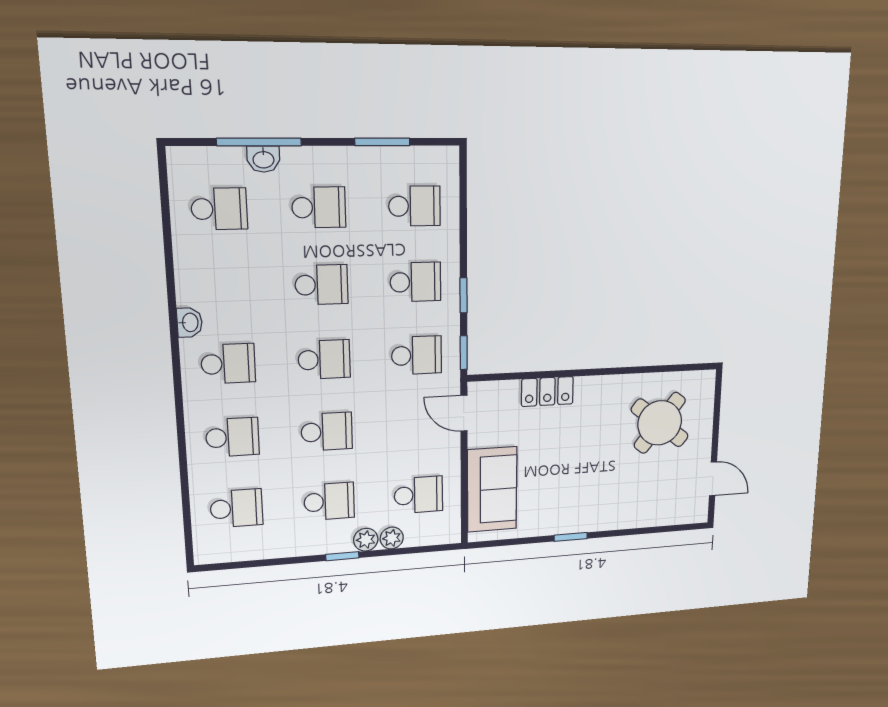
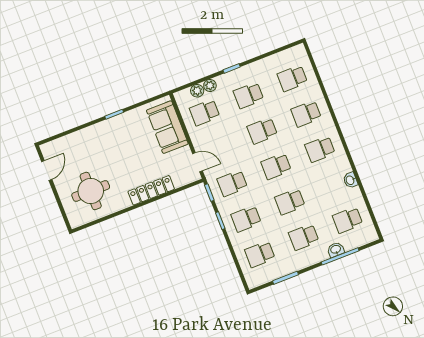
washbasin: (190, 322) -> (350, 180), moved
locker: (547, 391) -> (151, 190), width x1.53
round table: (660, 423) -> (91, 191), turned -38
door: (713, 479) -> (47, 170), swing flipped
plant: (366, 540) -> (197, 91), moved

